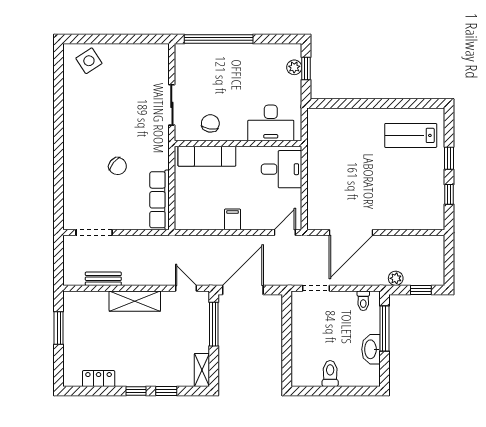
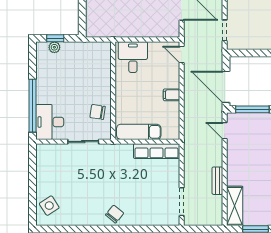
desk: (271, 123) -> (50, 122), moved, turned 180
exam couch: (207, 156) -> (139, 132), moved, turned -90
chair: (118, 166) -> (115, 214), moved
bench: (103, 279) -> (217, 181), moved
door: (186, 288) -> (225, 131), hinge flipped
shelving: (135, 301) -> (235, 206), moved

